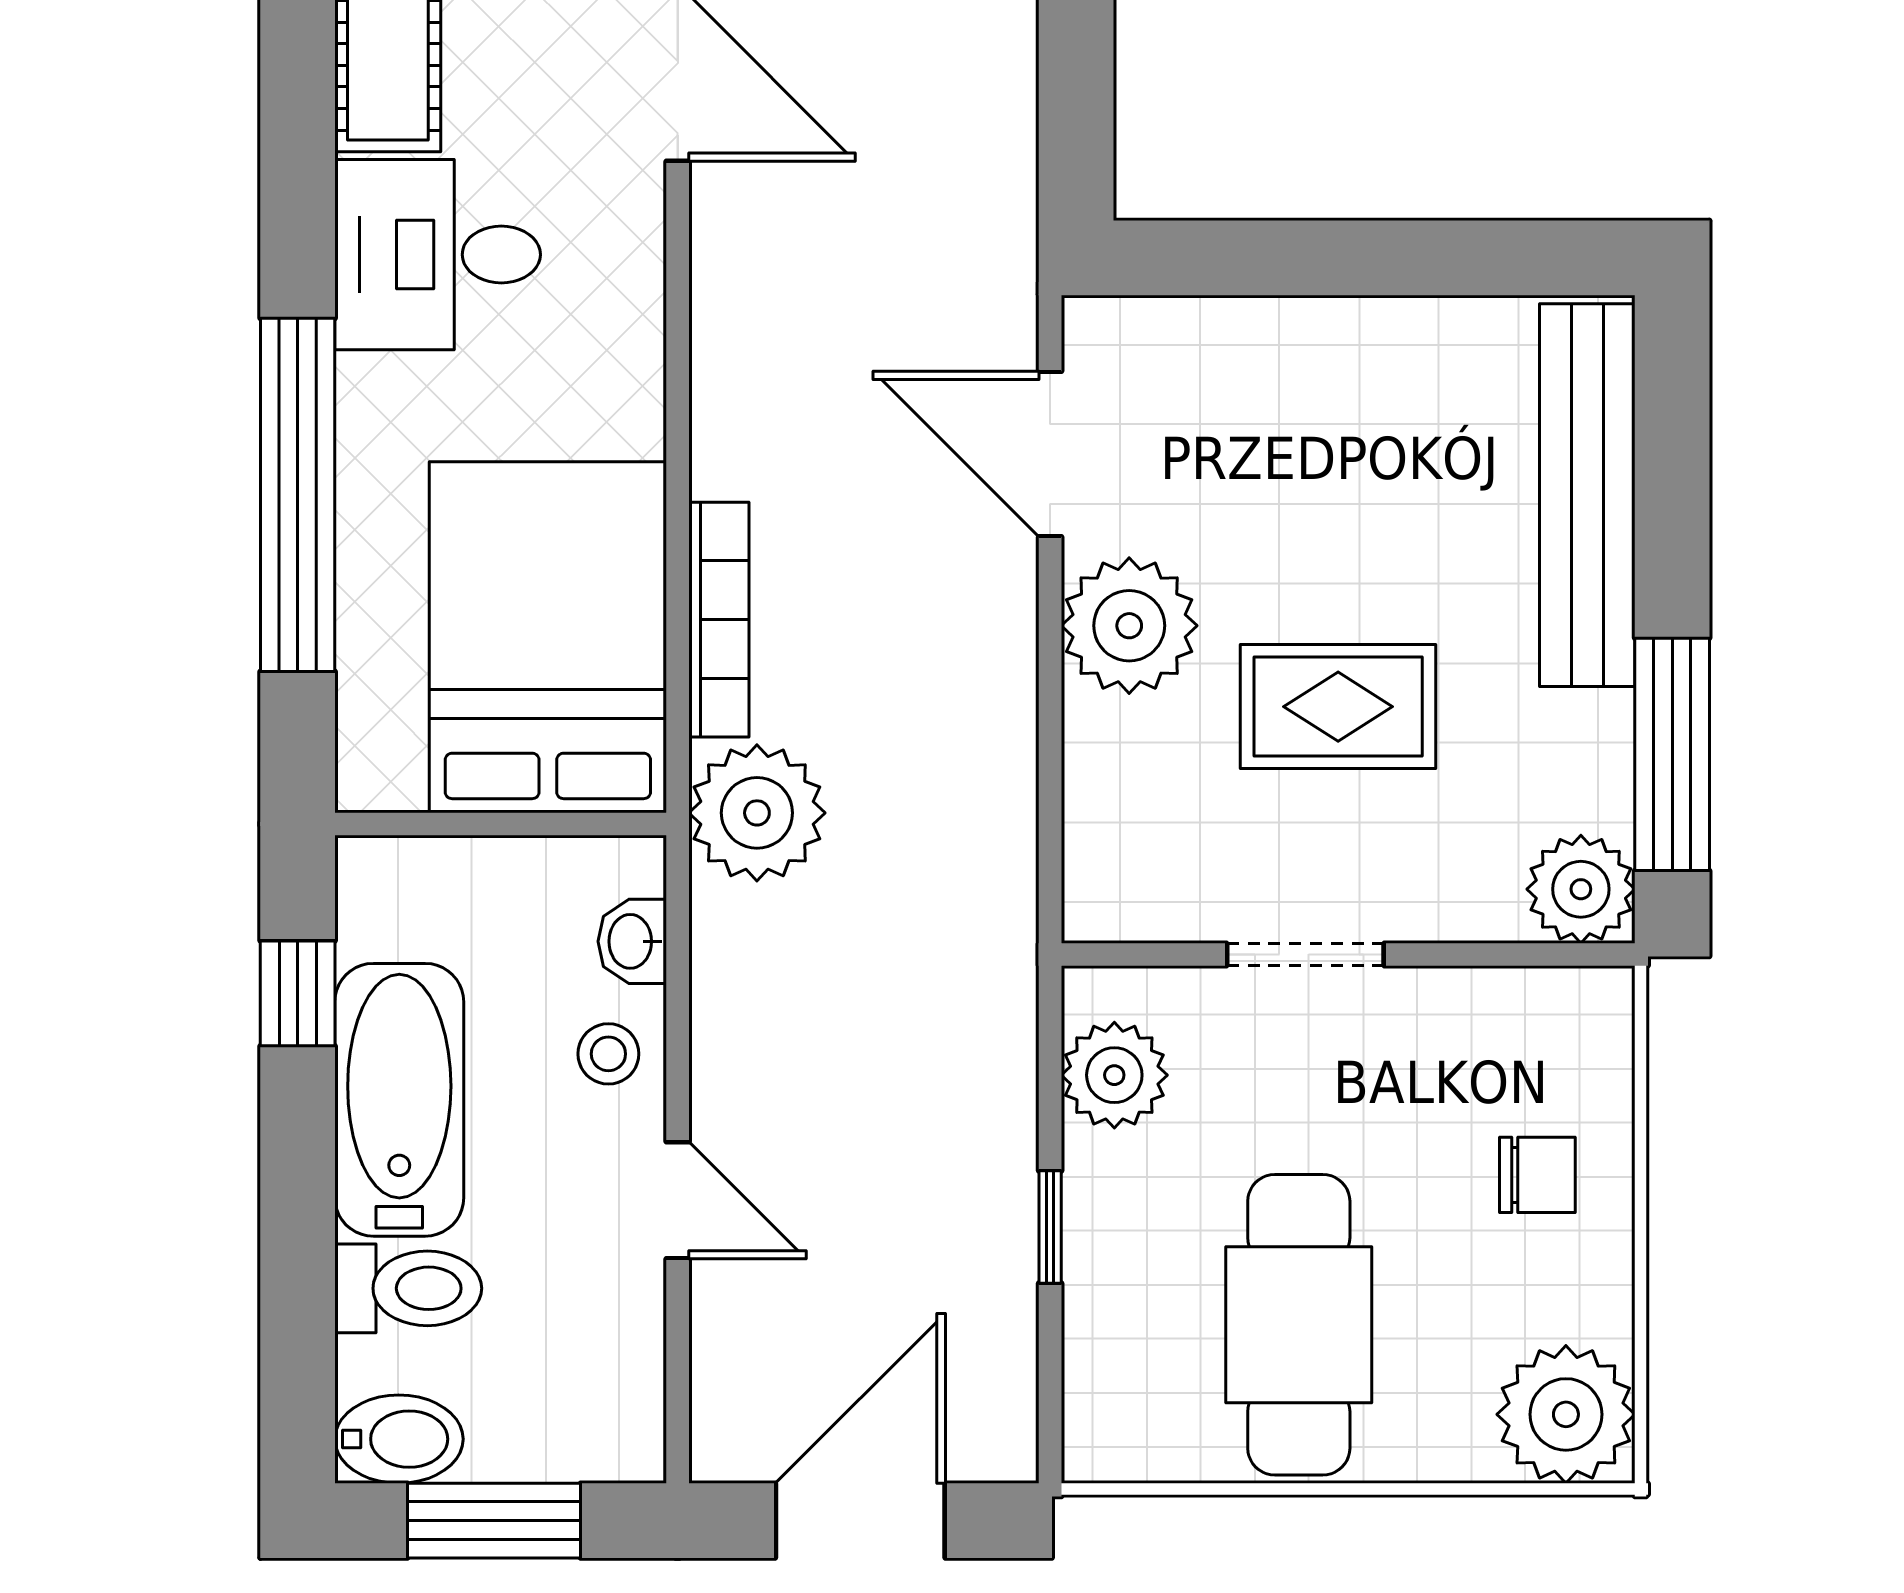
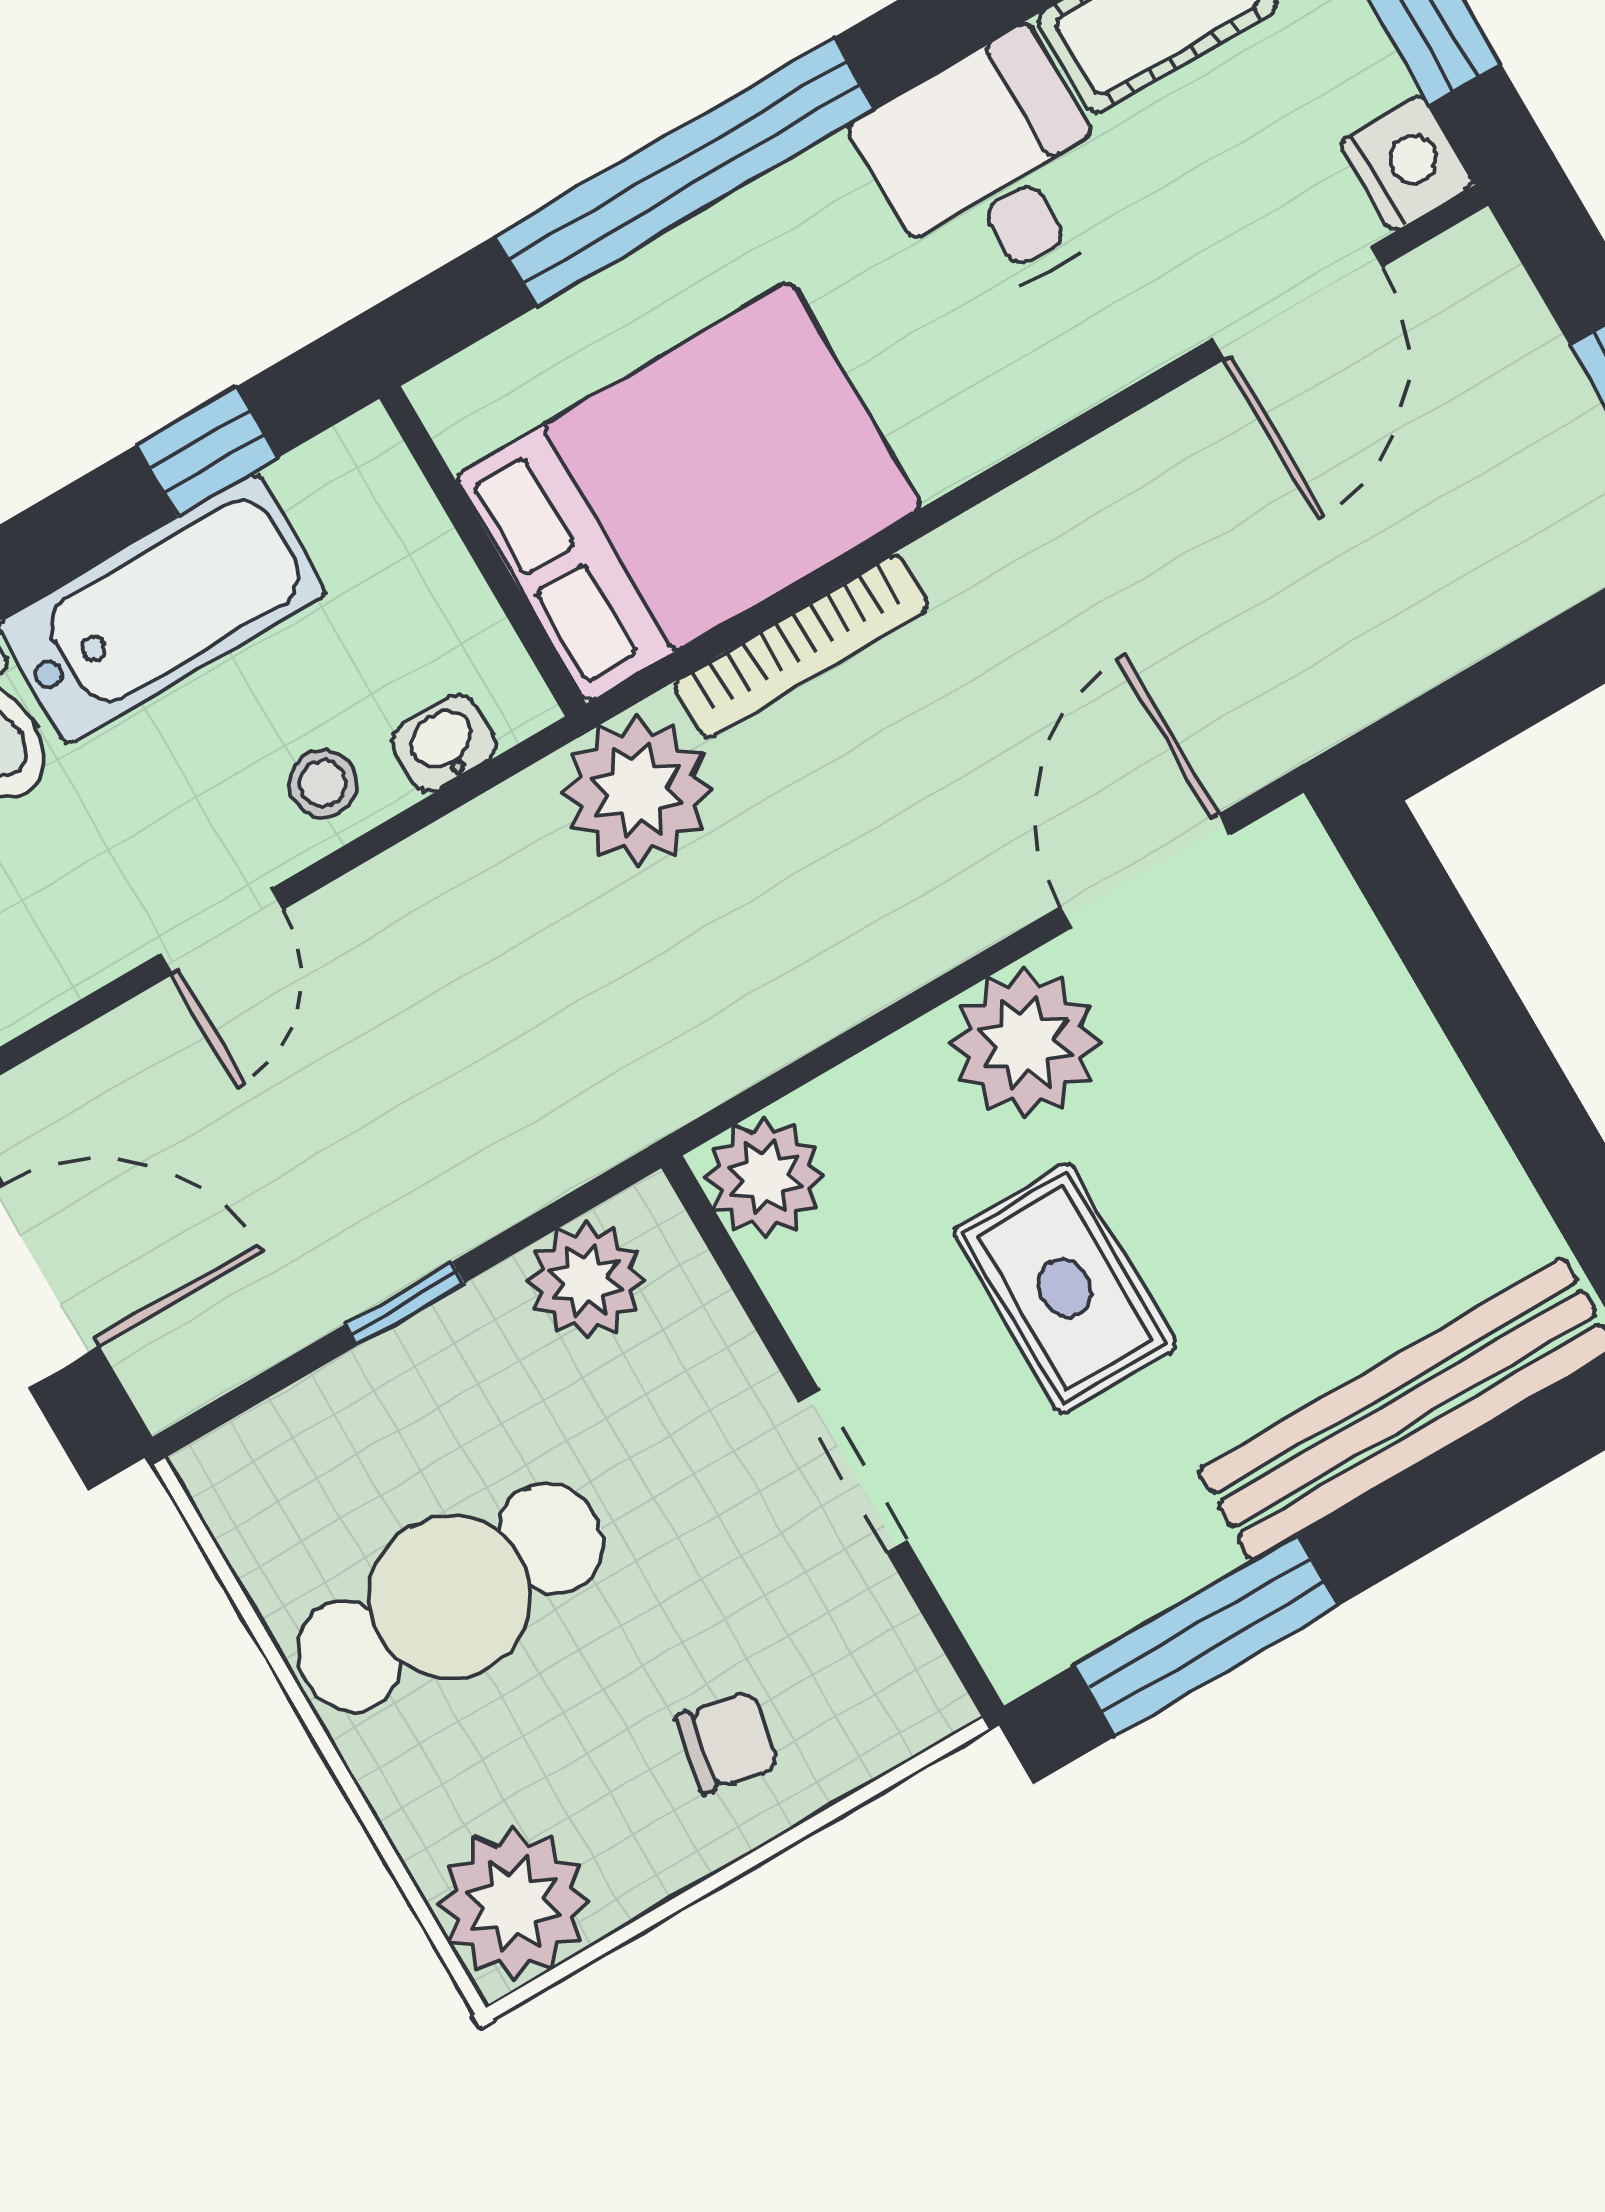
plant: (1581, 889) -> (765, 1177), moved
doorway: (1305, 954) -> (853, 1471), moved
chair: (1537, 1175) -> (727, 1742), turned -79

